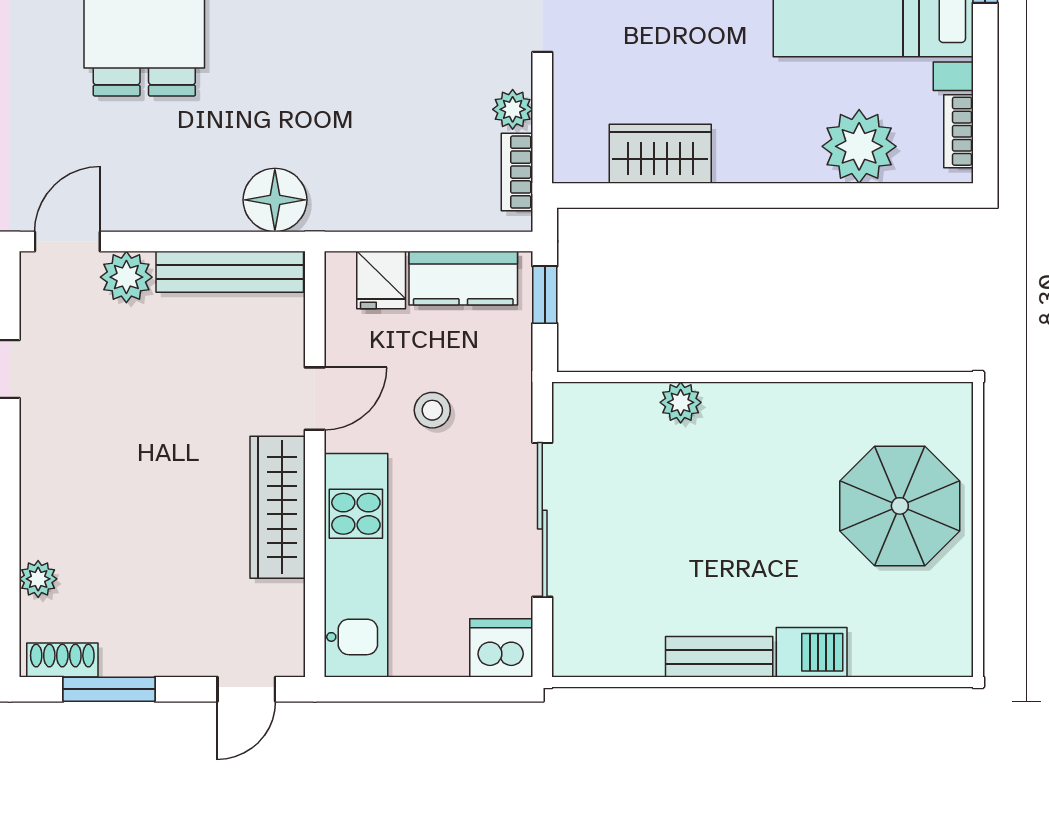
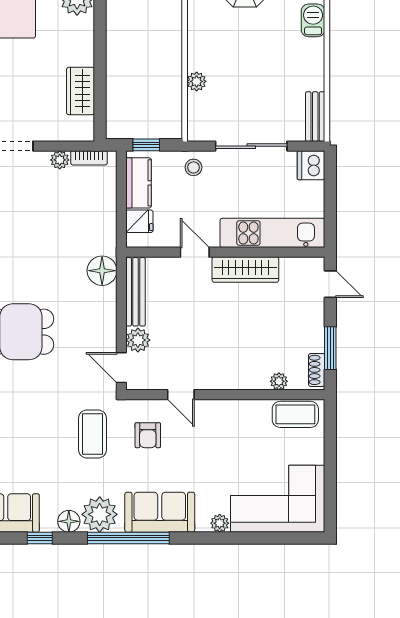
stool: (432, 410) -> (193, 167), moved
bench: (719, 657) -> (315, 117), moved

